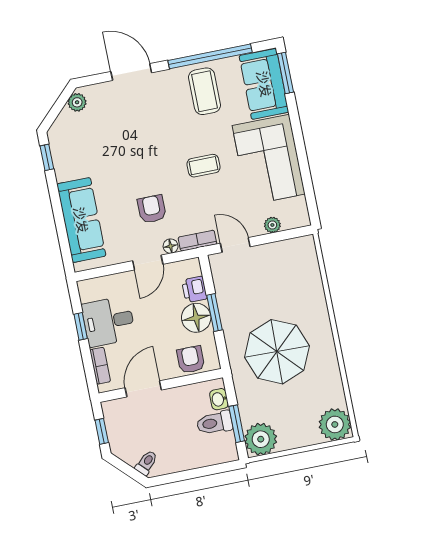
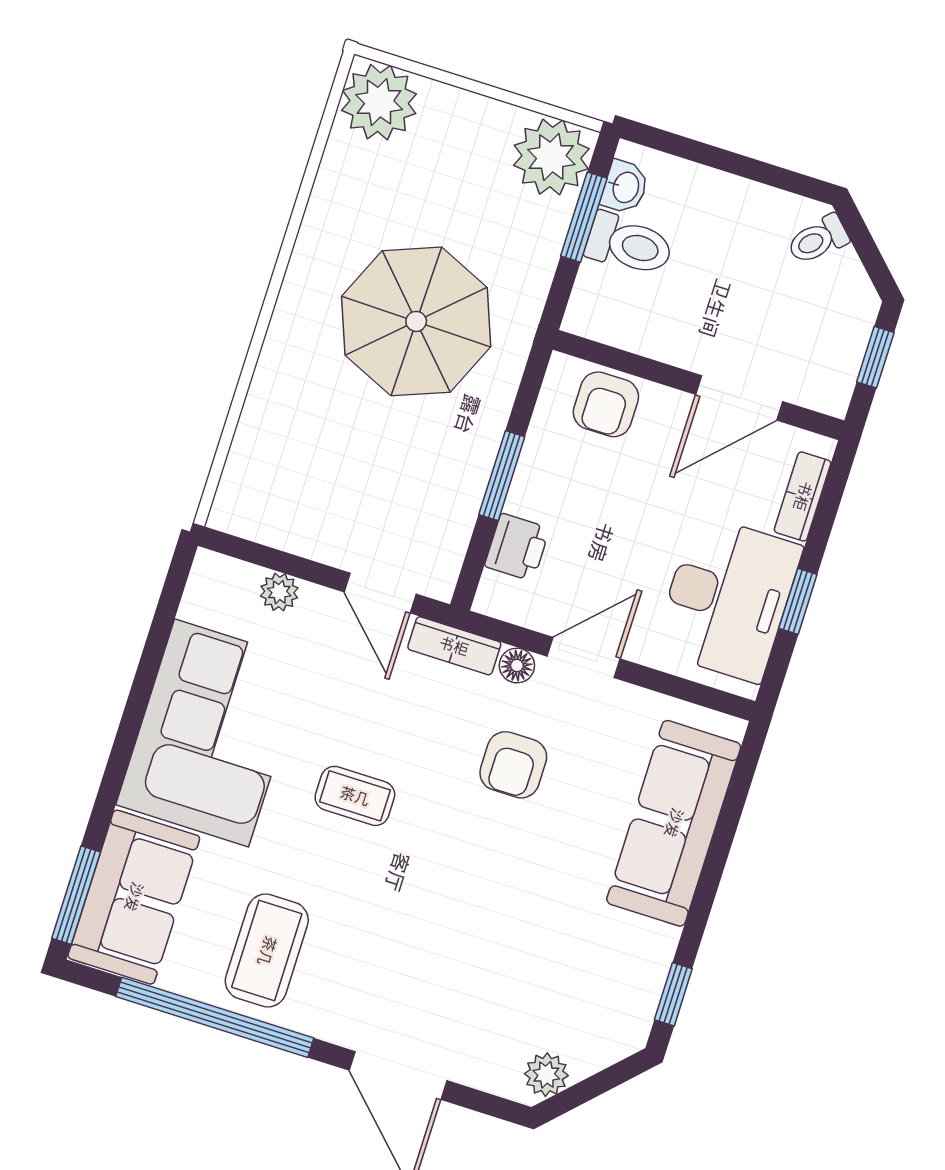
floor lamp: (196, 318) -> (546, 486), removed
desk: (109, 321) -> (728, 598), width x1.37
washbasin: (219, 399) -> (625, 187), moved

